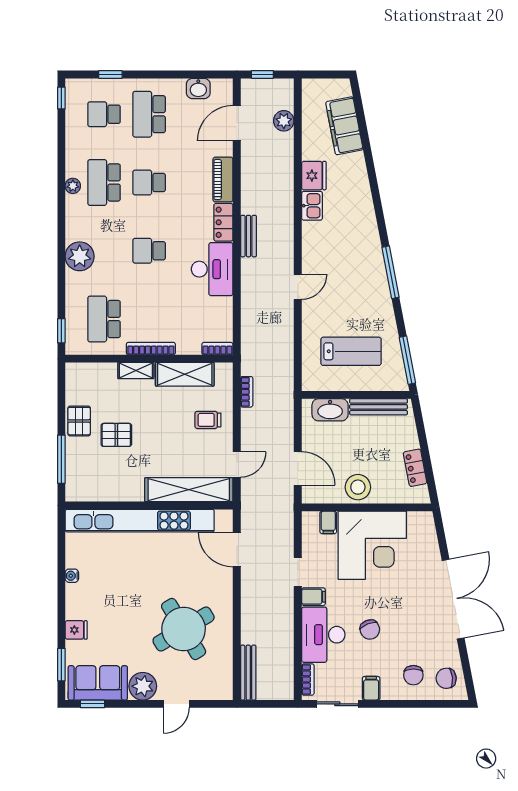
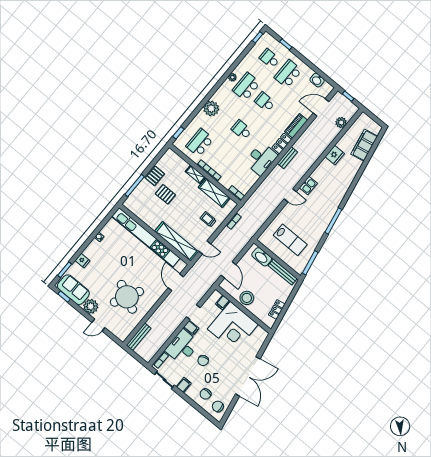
kitchen sink: (312, 206) -> (308, 185), moved
round table: (184, 629) -> (127, 297), turned -32

